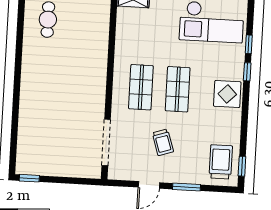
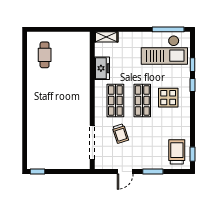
freezer: (125, 42) -> (102, 68), added
display table: (227, 94) -> (168, 98), moved
trolley: (163, 142) -> (120, 134), moved

